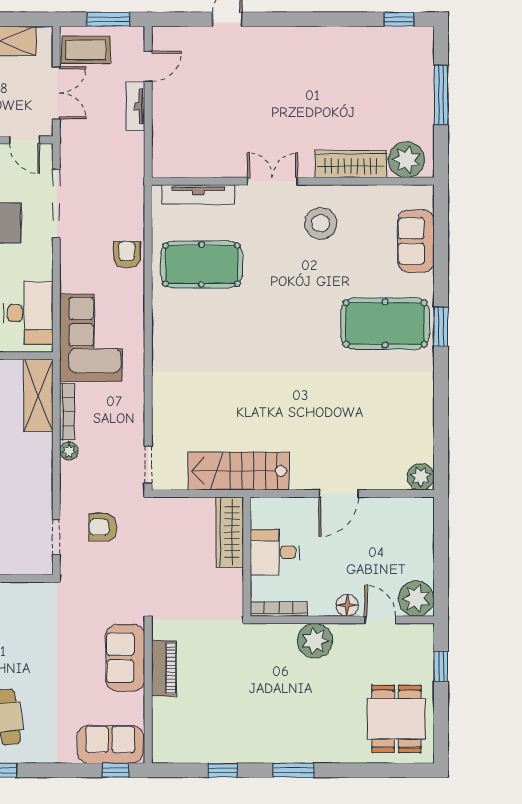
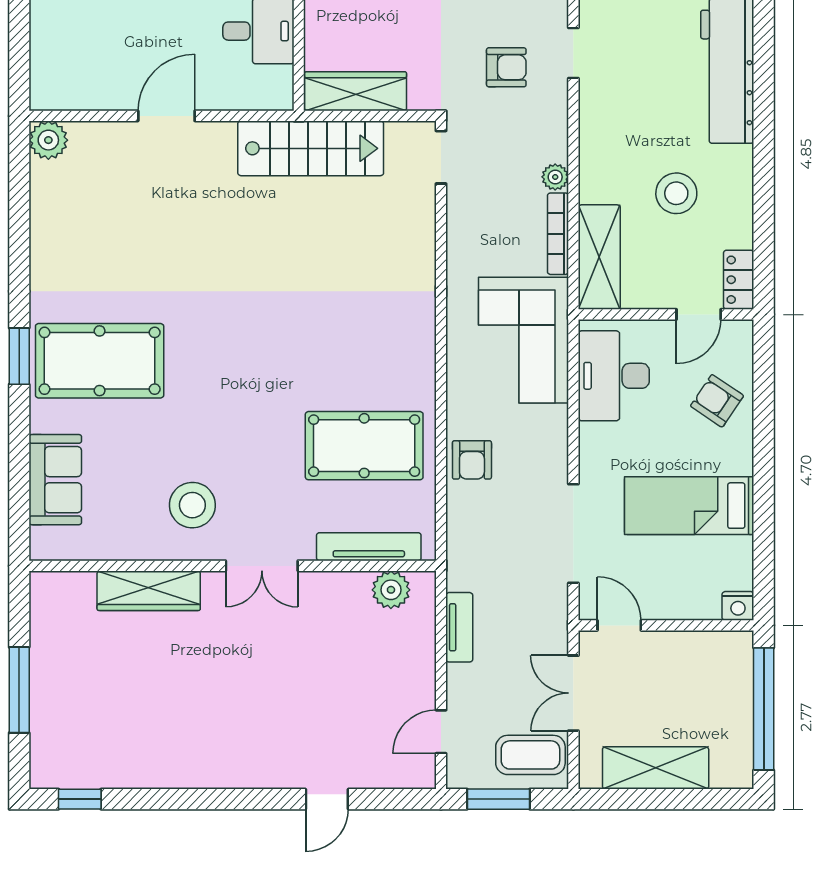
tv unit: (135, 106) -> (459, 627), moved
plant: (407, 160) -> (391, 590), moved, width x0.73, depth x0.73
wardrobe: (230, 532) -> (356, 91), moved, turned -90

